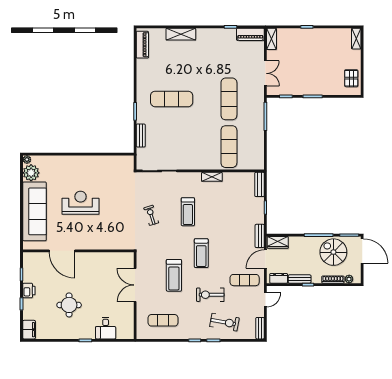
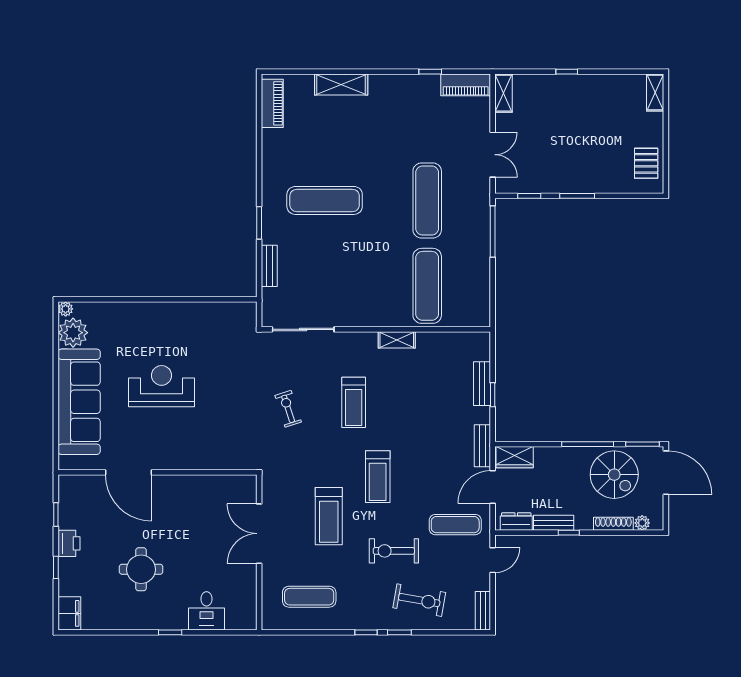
bench: (260, 184) -> (482, 384), moved
spiral stairs: (333, 252) -> (614, 475), turned 180

